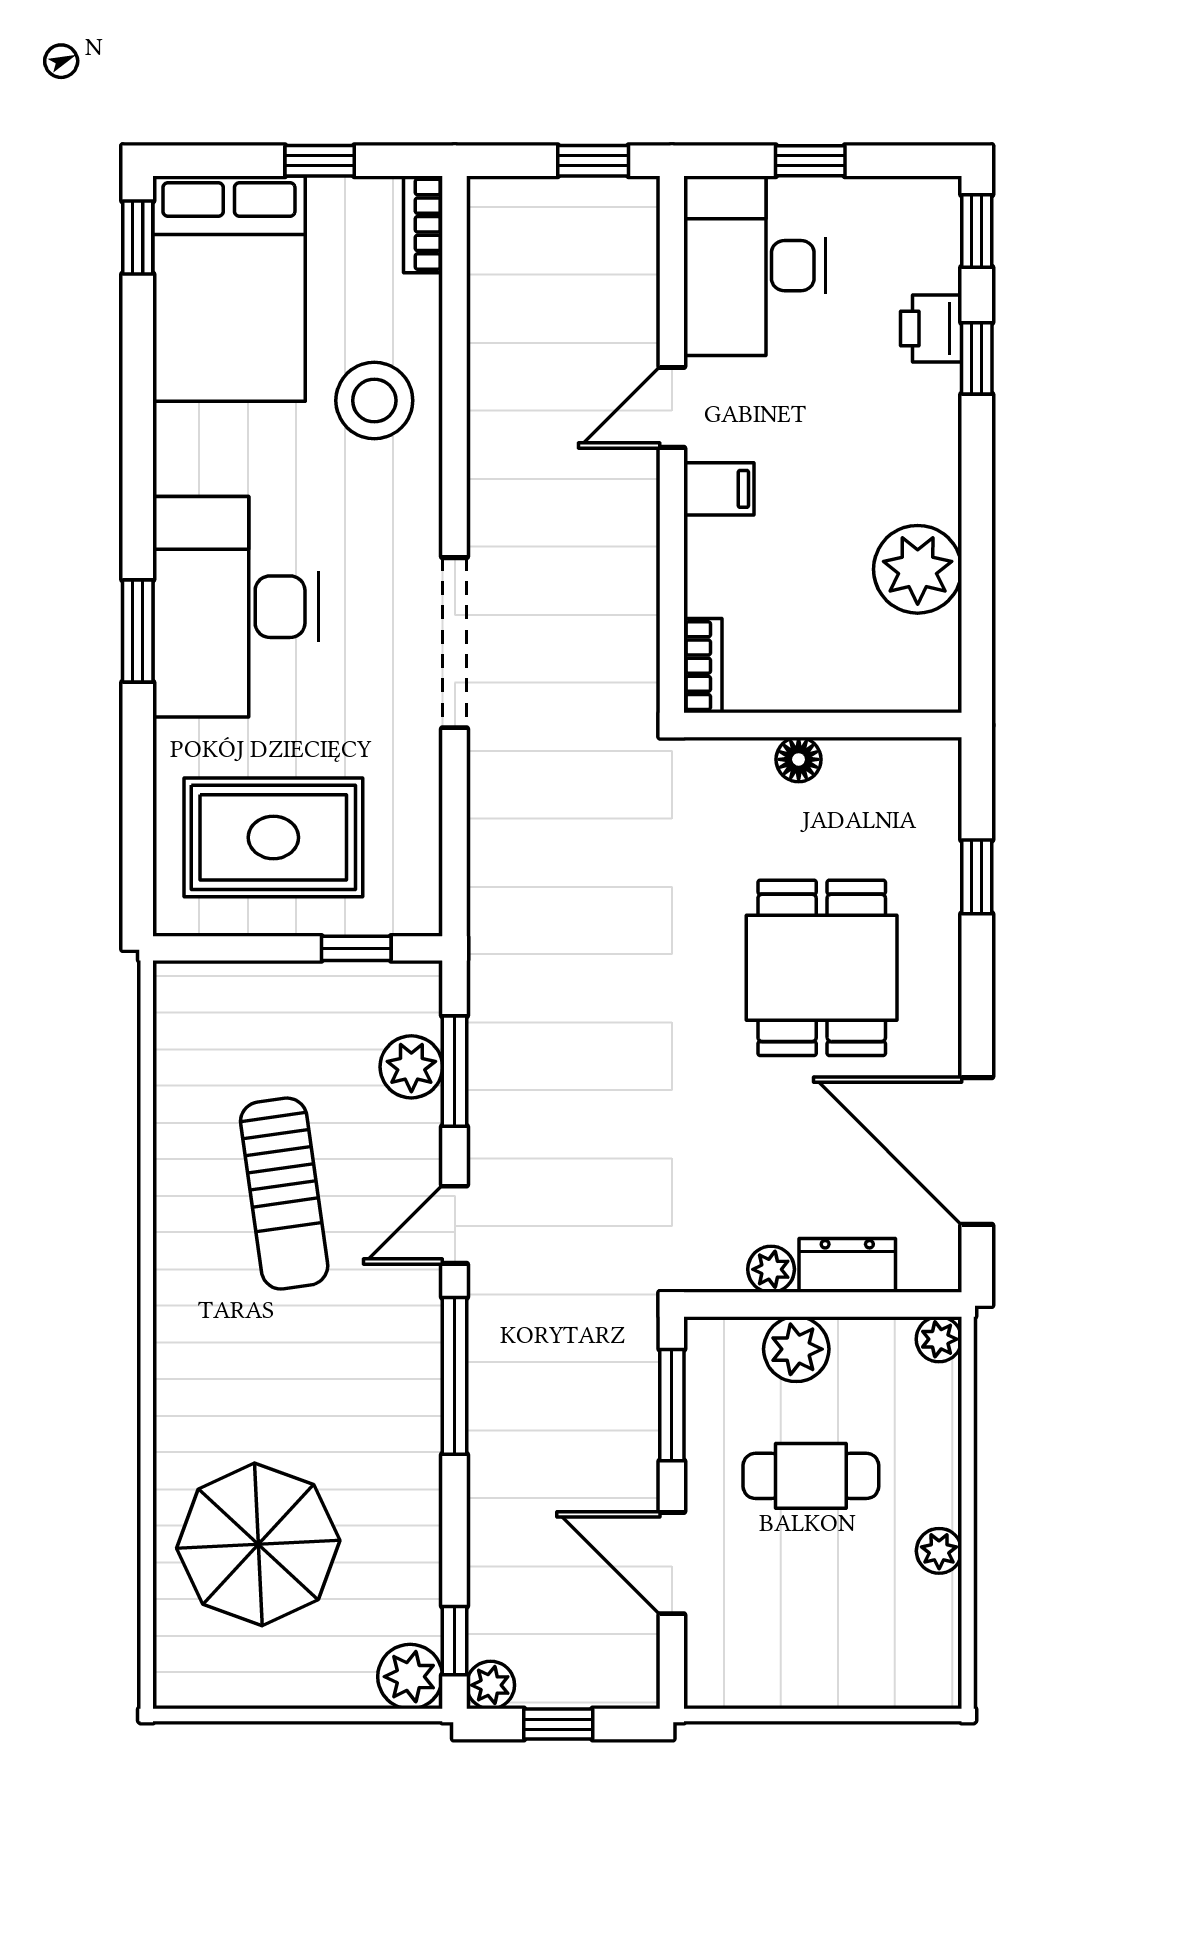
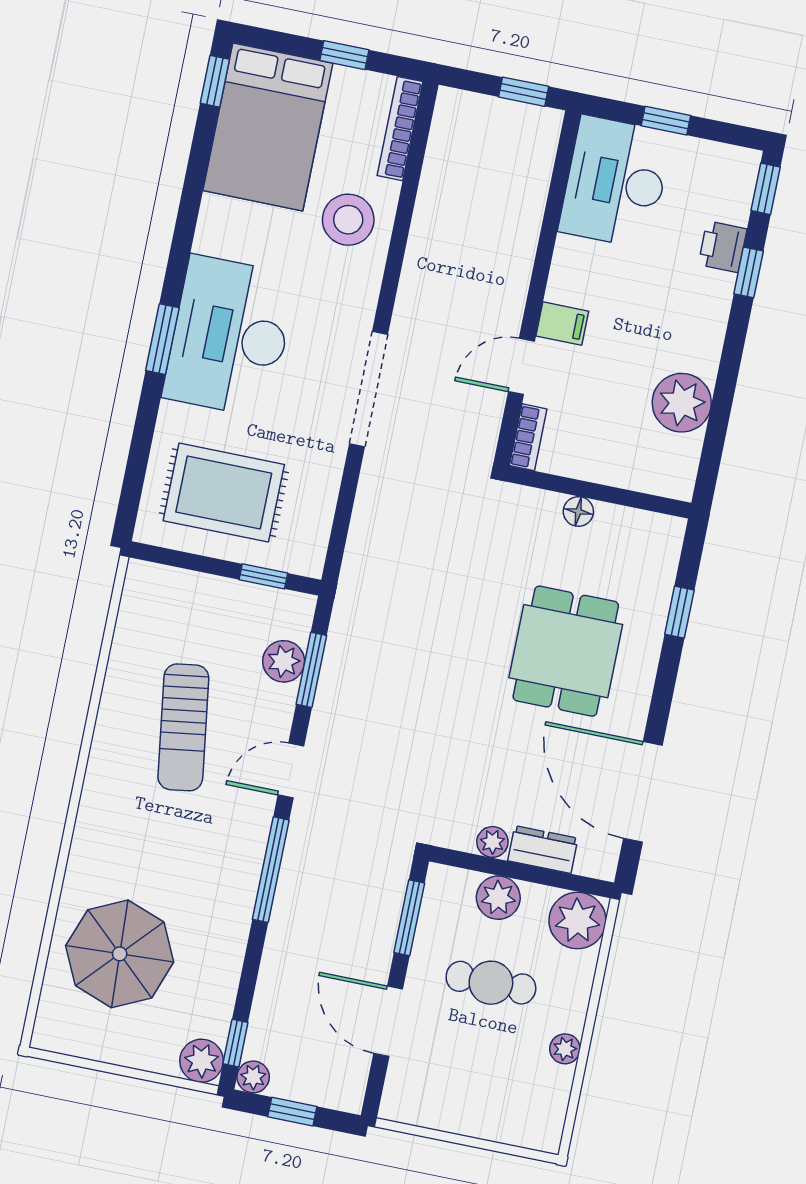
bookcase: (423, 224) -> (400, 129), width x1.56
door: (672, 407) -> (521, 366), moved
plant: (939, 1339) -> (577, 921), width x1.87, depth x1.87

